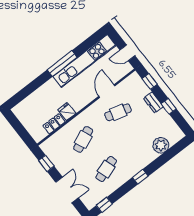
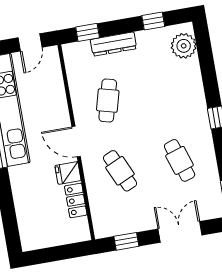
door: (107, 91) -> (76, 142), moved
dresser: (153, 102) -> (114, 44), width x1.44
window: (169, 106) -> (153, 21), moved
plant: (161, 145) -> (184, 46), moved

